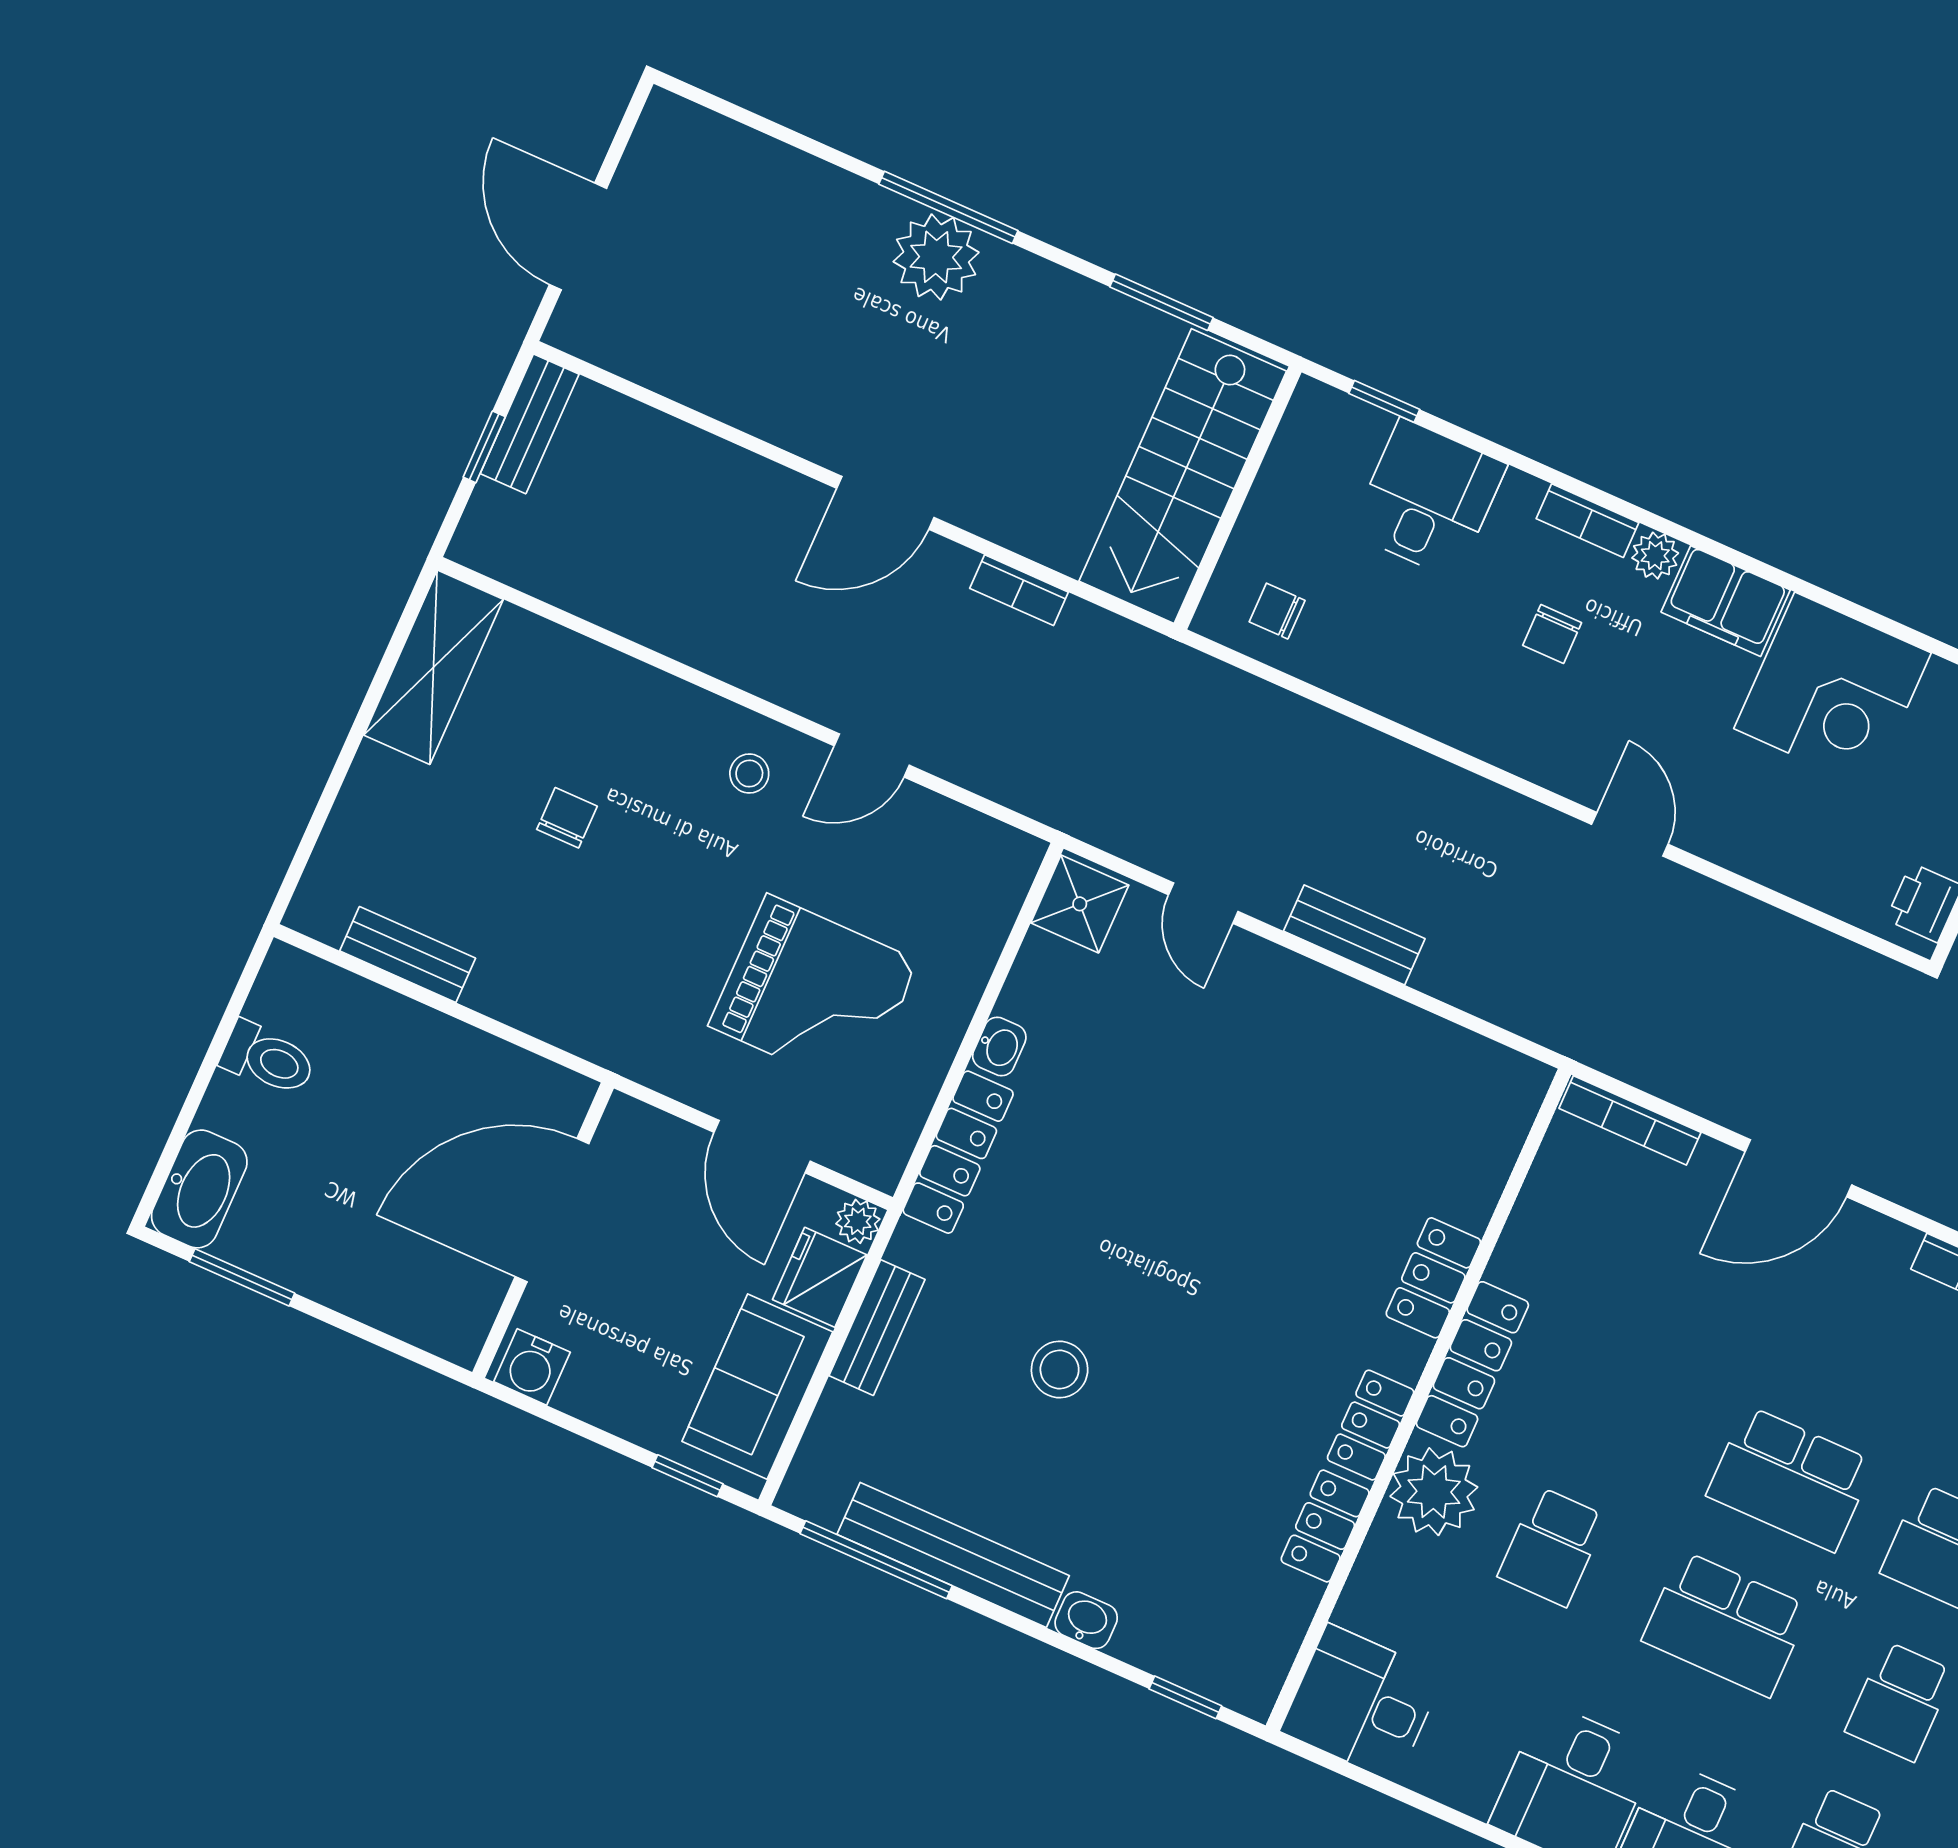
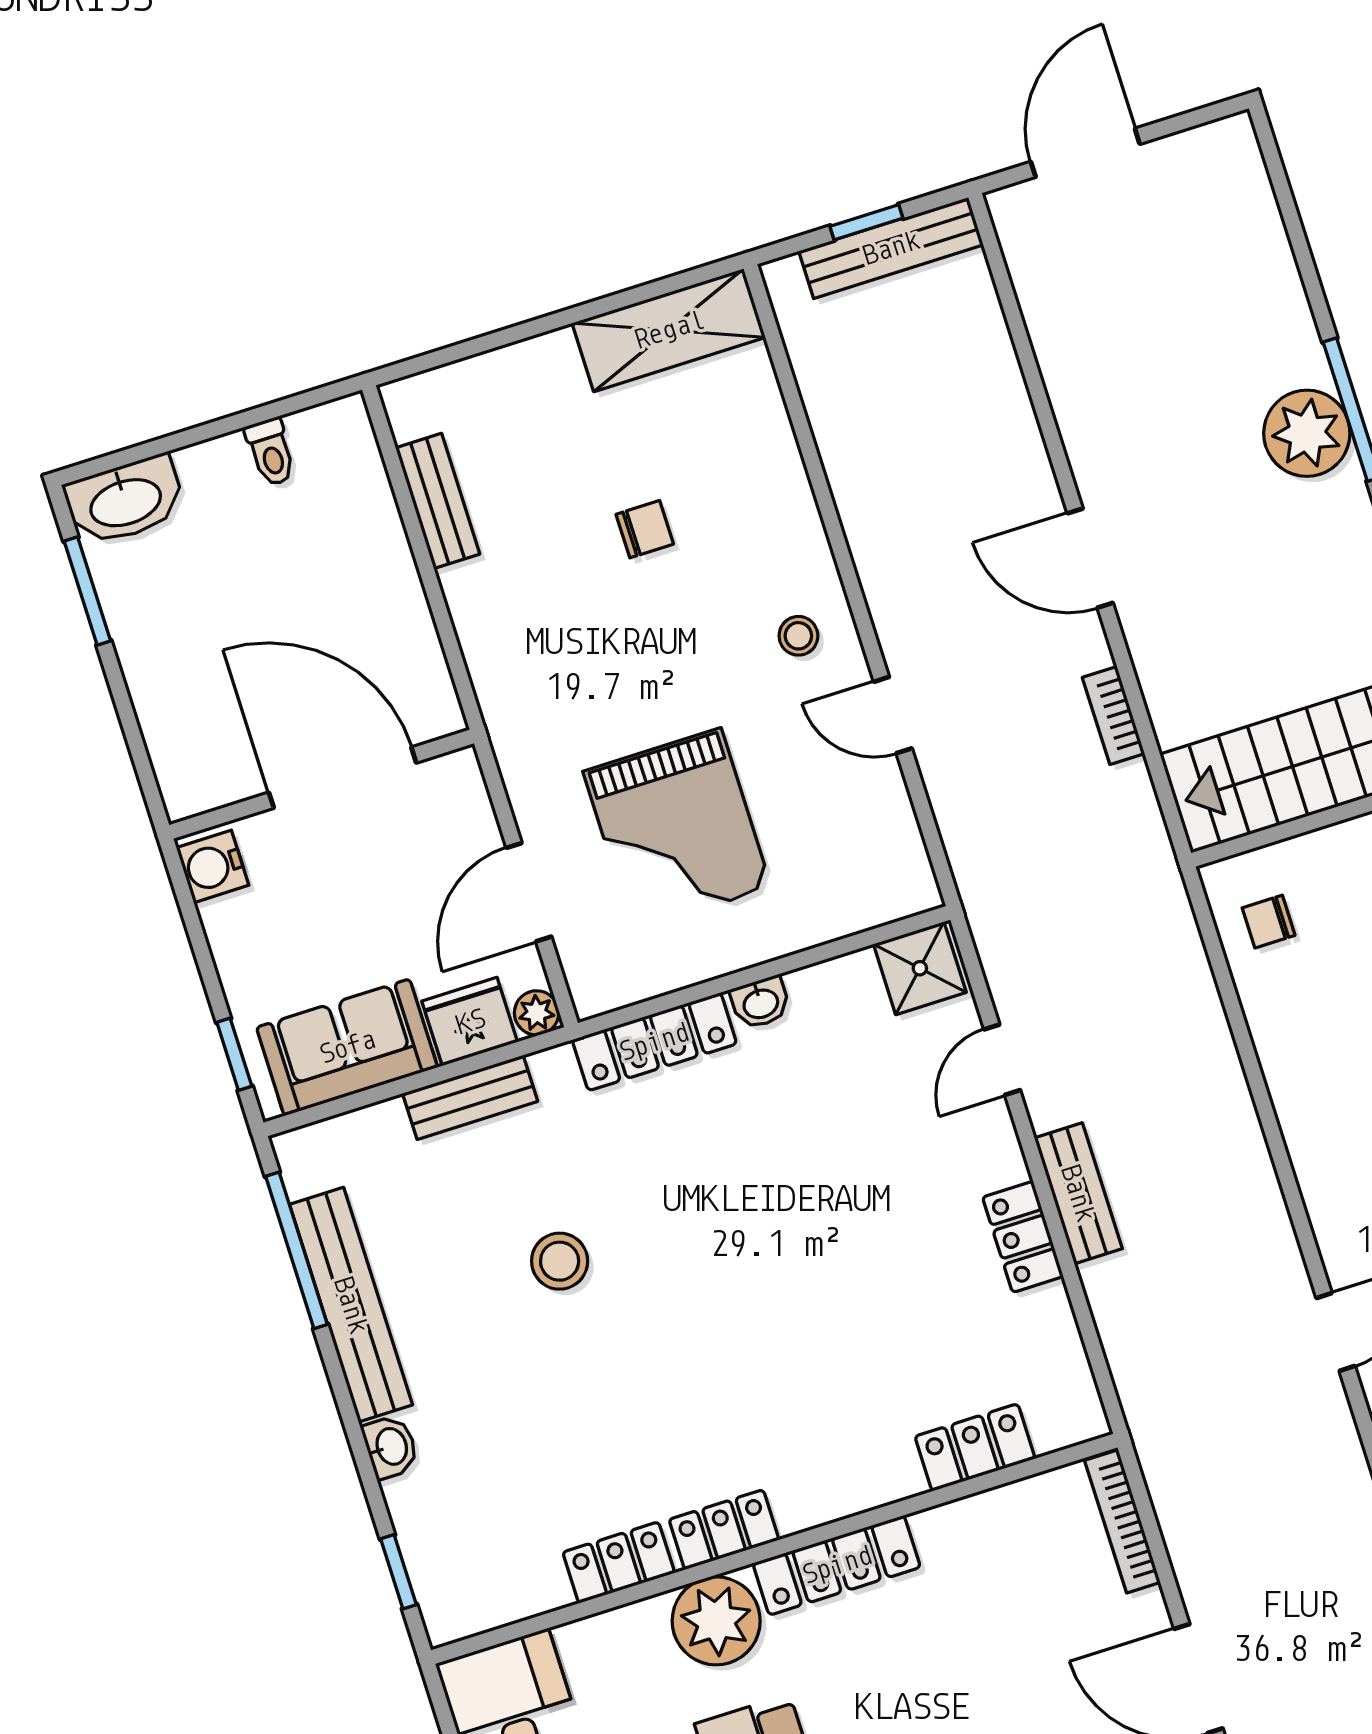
bench: (530, 424) -> (891, 248), width x1.36
chair: (1277, 611) -> (1269, 922), turned -90
locker: (1350, 1006) -> (1023, 1237), added
toilet: (268, 1059) -> (271, 452), width x0.73, depth x0.72
locker: (1433, 1278) -> (975, 1447), moved

